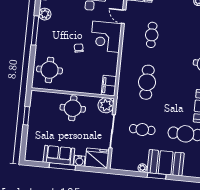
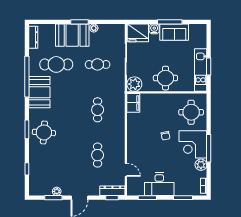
corner desk: (106, 37) -> (193, 144), moved, turned 180
cafe table: (147, 82) -> (98, 110), width x0.73, depth x0.74
kitchen unit: (35, 113) -> (201, 70), added

